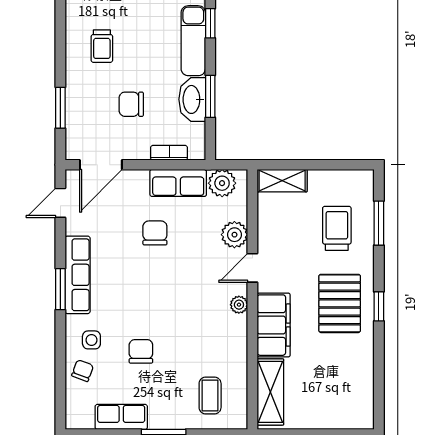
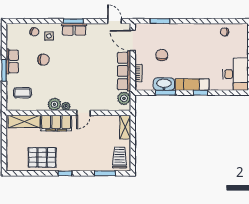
trolley: (102, 46) -> (189, 41), removed
row of seats: (178, 183) -> (124, 71), width x1.48
trolley: (337, 228) -> (120, 157), moved, turned -90
chair: (155, 233) -> (100, 66), removed
plant: (234, 235) -> (54, 104), moved
door: (252, 268) -> (83, 113), swing flipped
row of seats: (78, 275) -> (74, 29), width x0.68
pallet: (340, 303) -> (42, 157), moved
row of seats: (121, 417) -> (12, 61), moved

